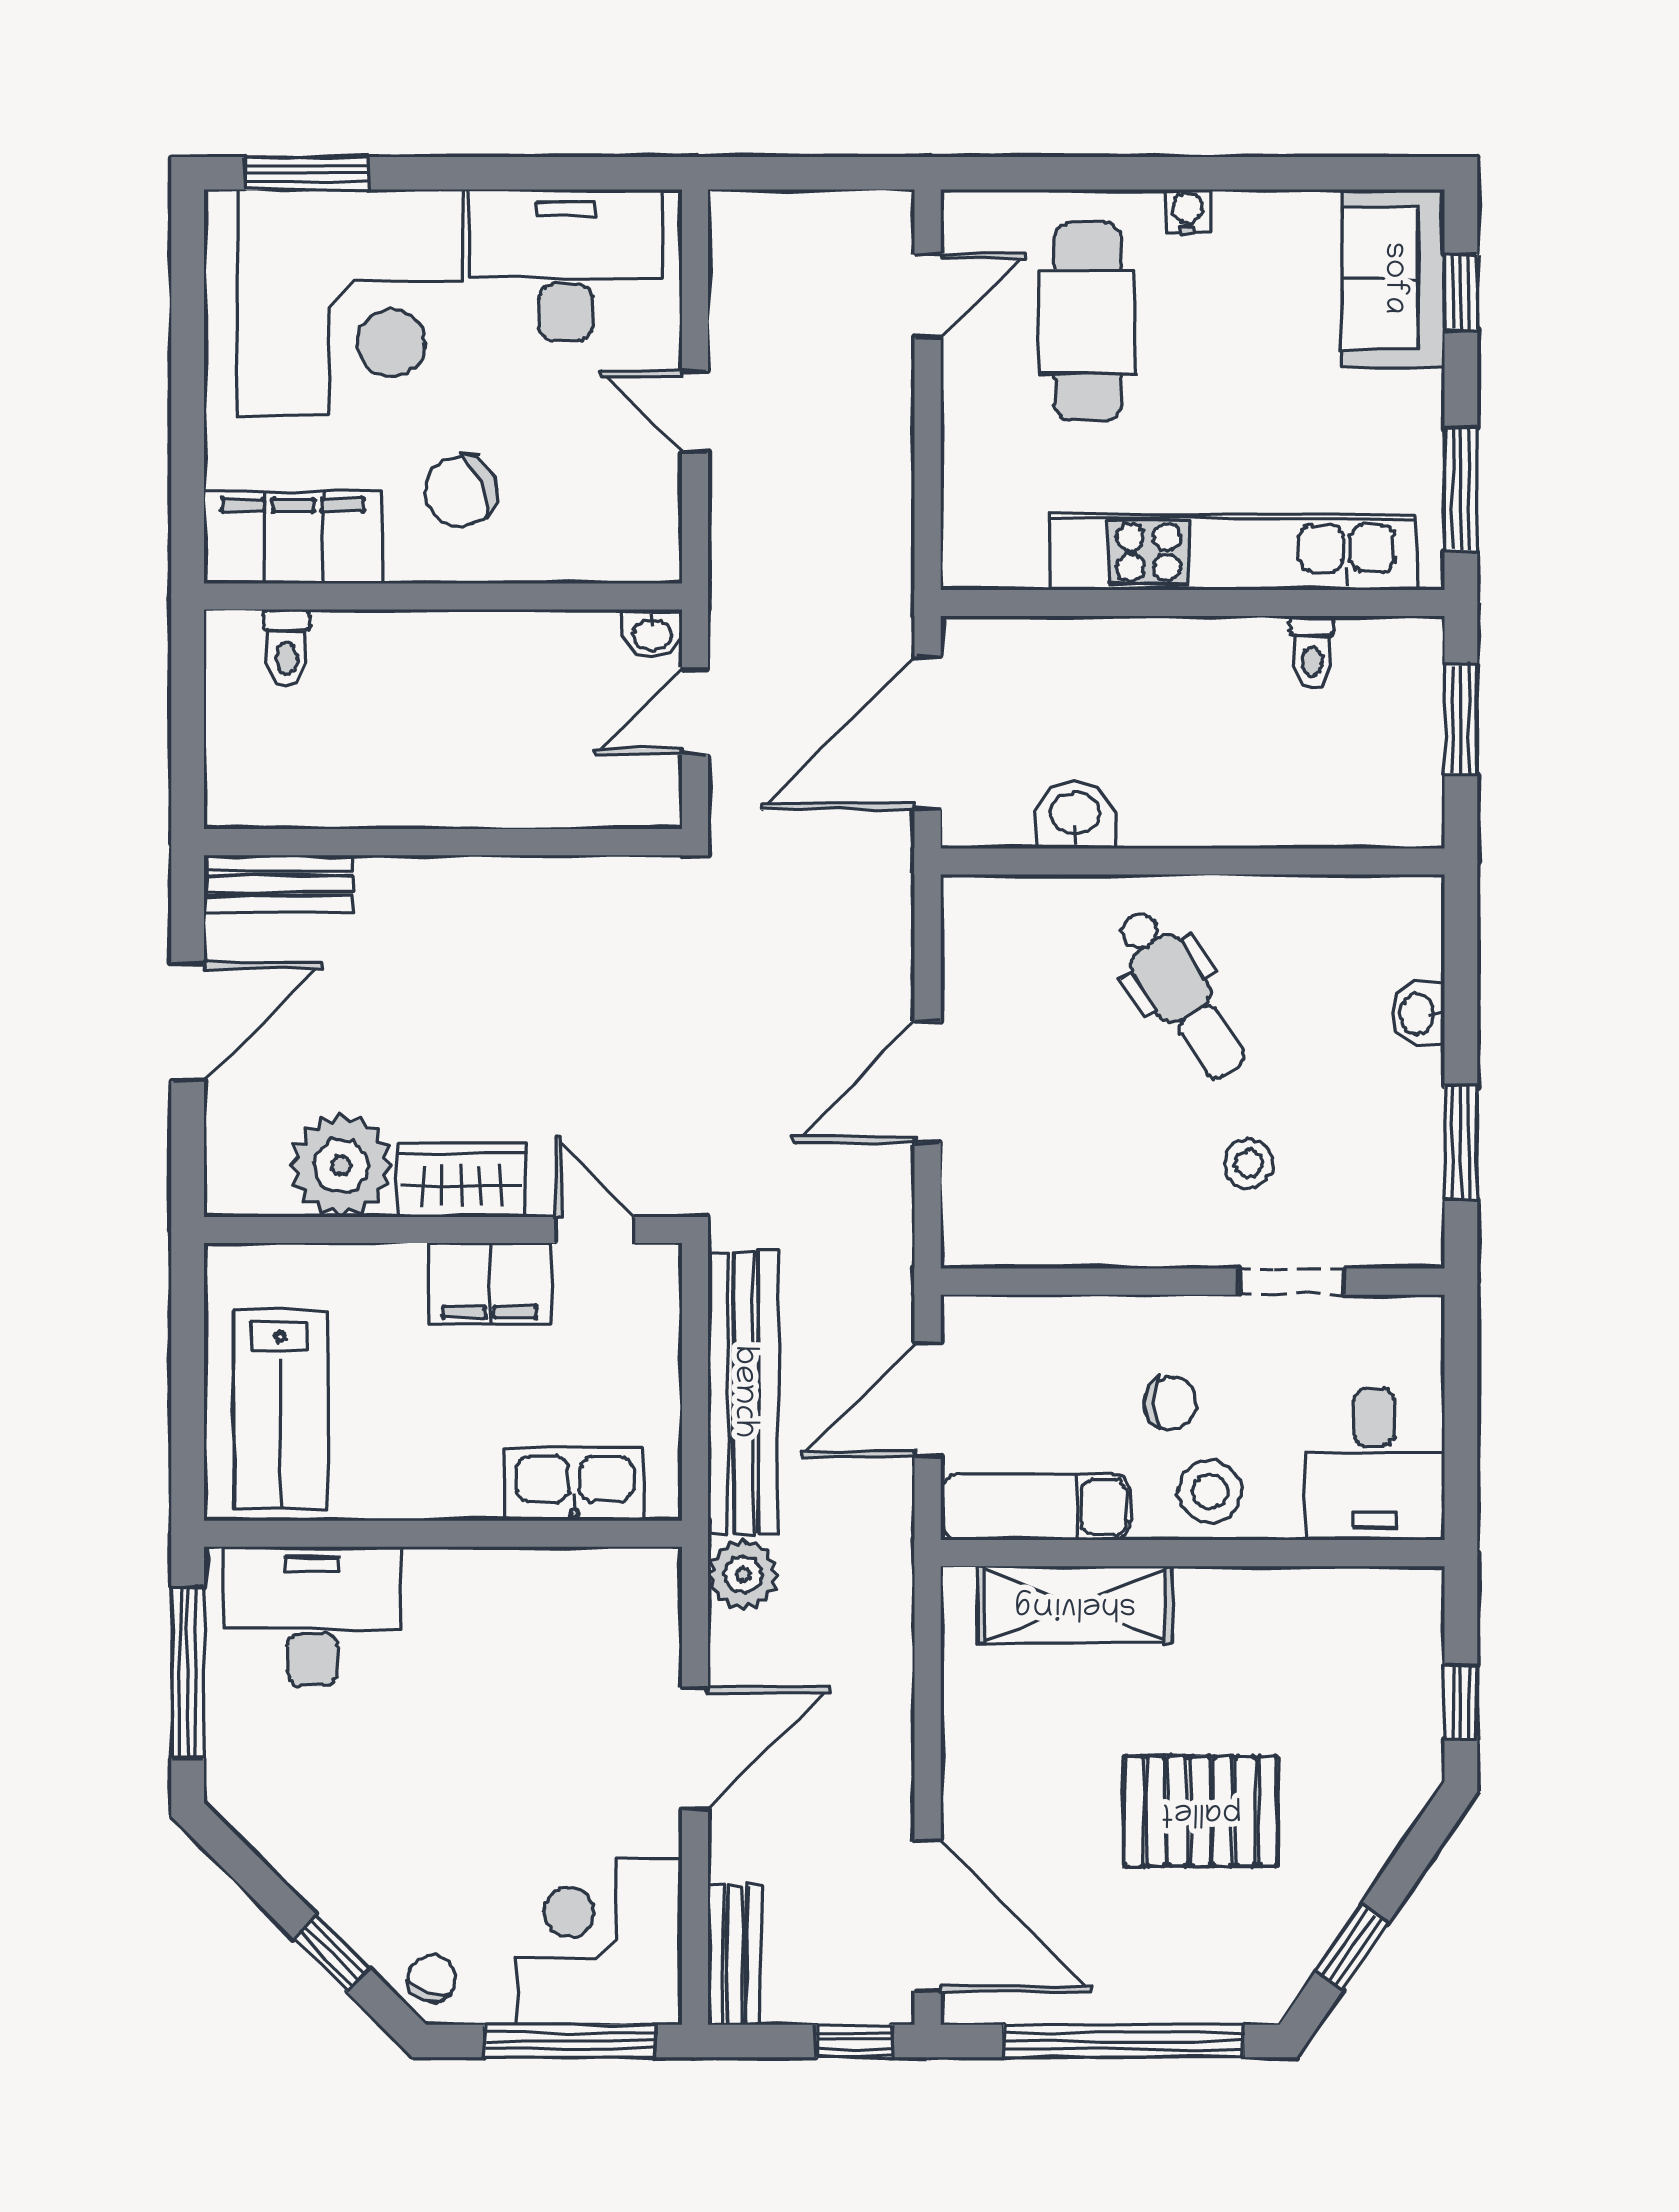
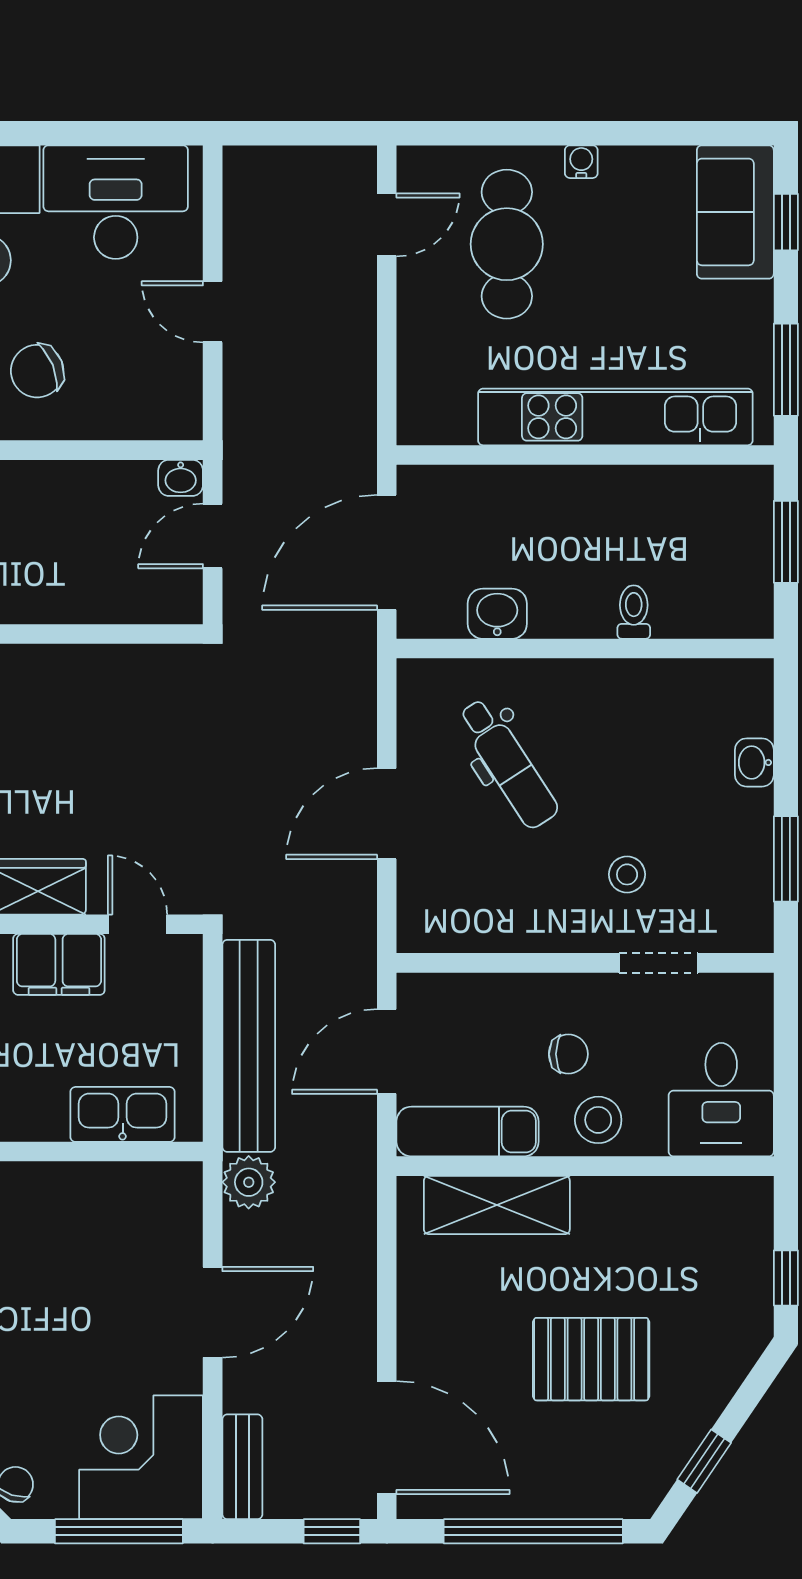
toilet: (1312, 652) -> (634, 612), moved, turned 180
dental chair: (1181, 994) -> (508, 764), moved

